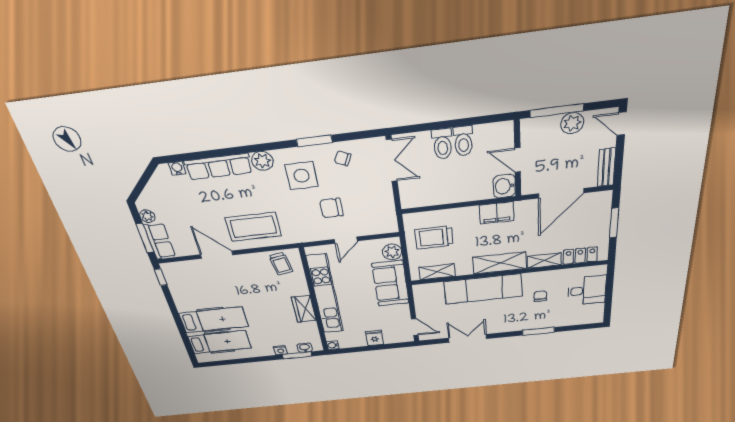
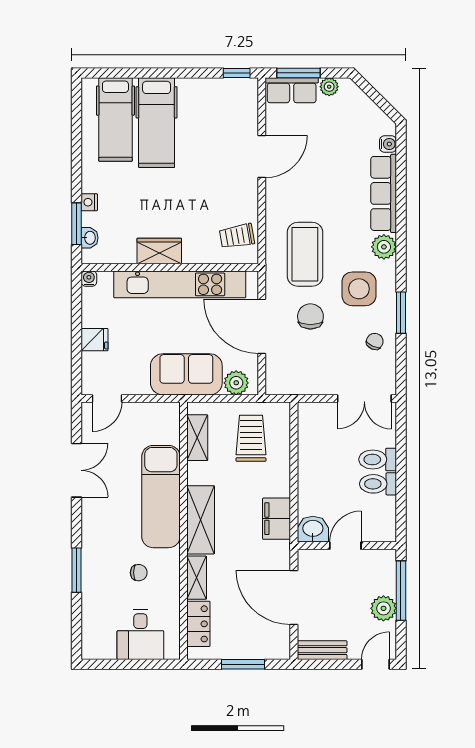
coffee table: (253, 227) -> (305, 254), moved
door: (346, 240) -> (262, 326), width x1.88

